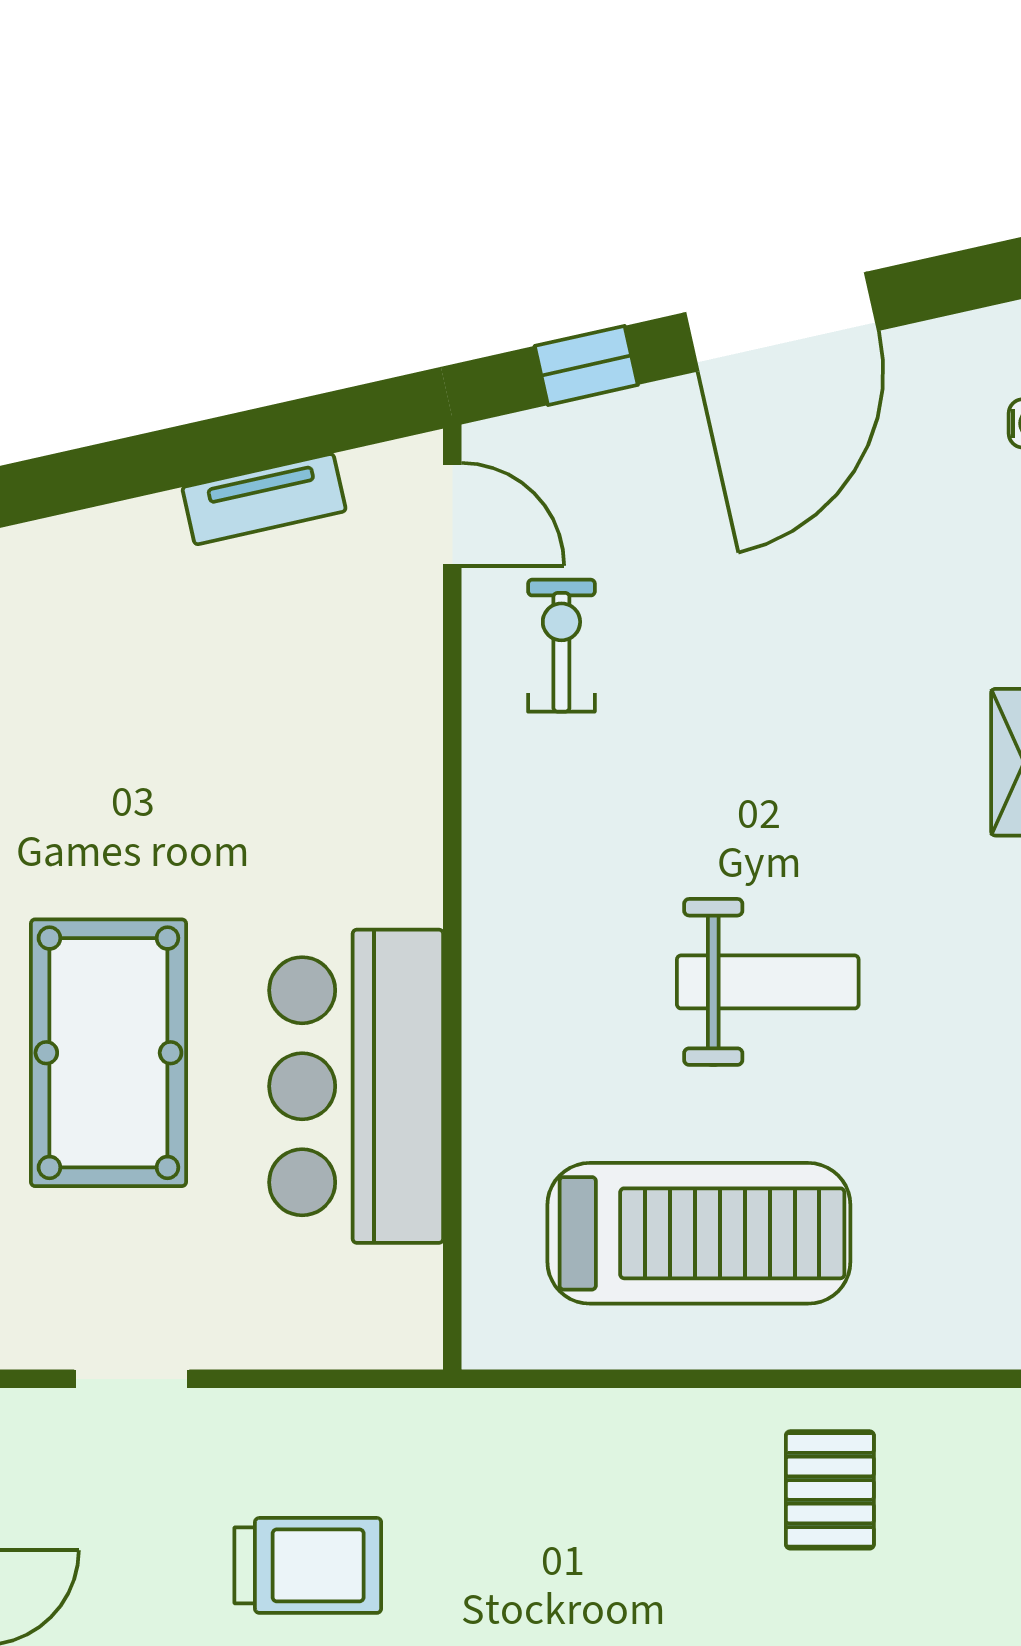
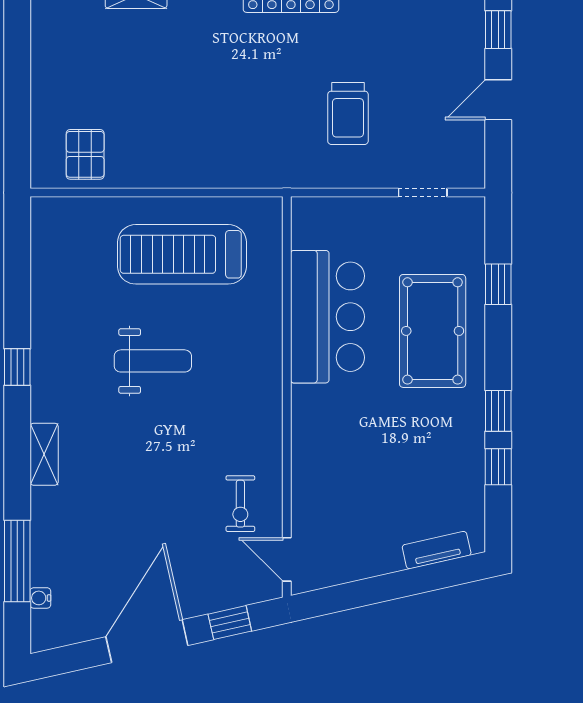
tv unit: (264, 499) -> (437, 550), moved
weight bench: (768, 982) -> (153, 361), turned 180
pallet: (830, 1490) -> (85, 154), moved
trolley: (308, 1565) -> (348, 113), turned -90

